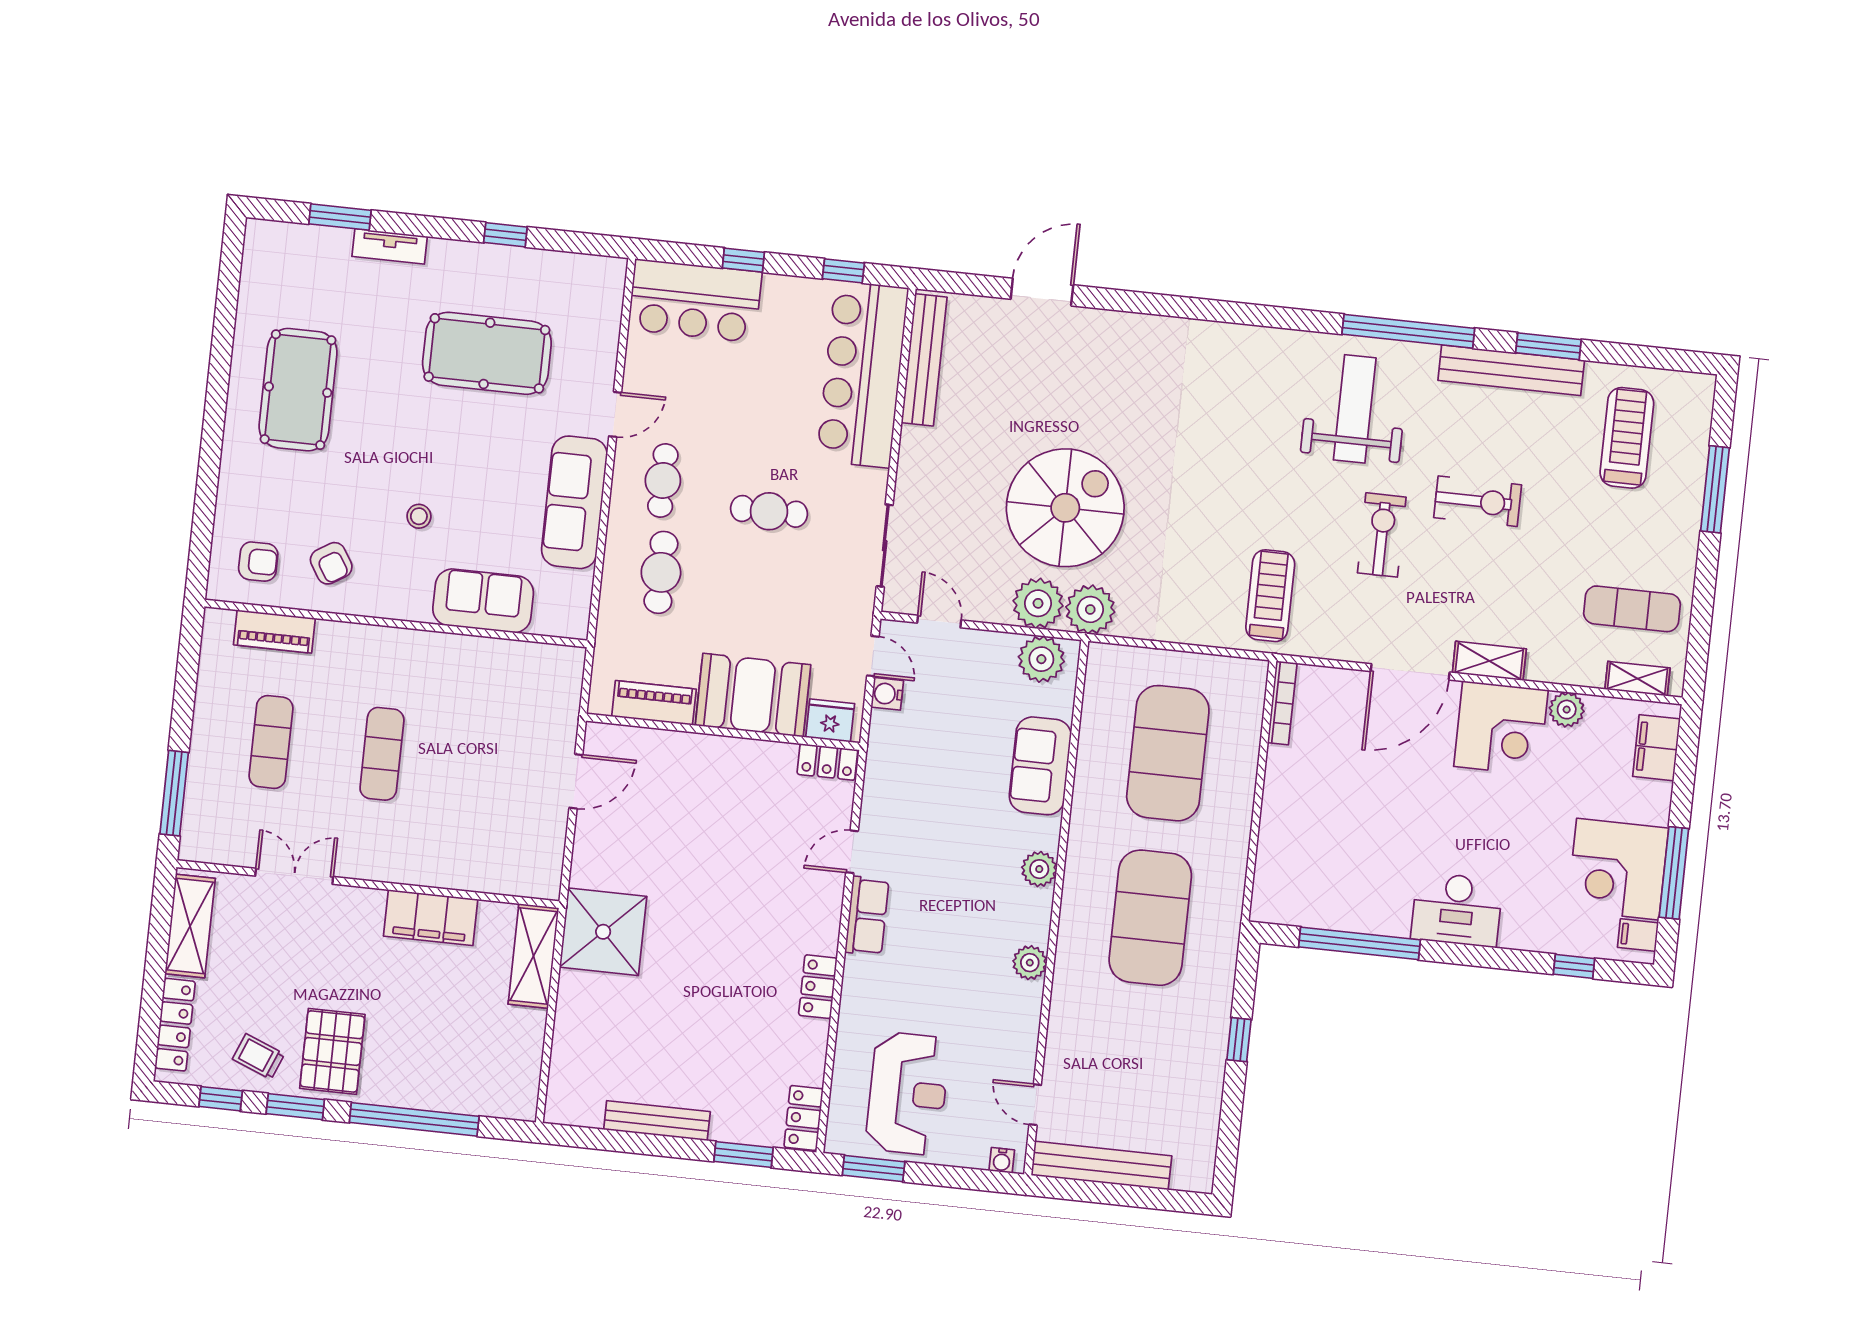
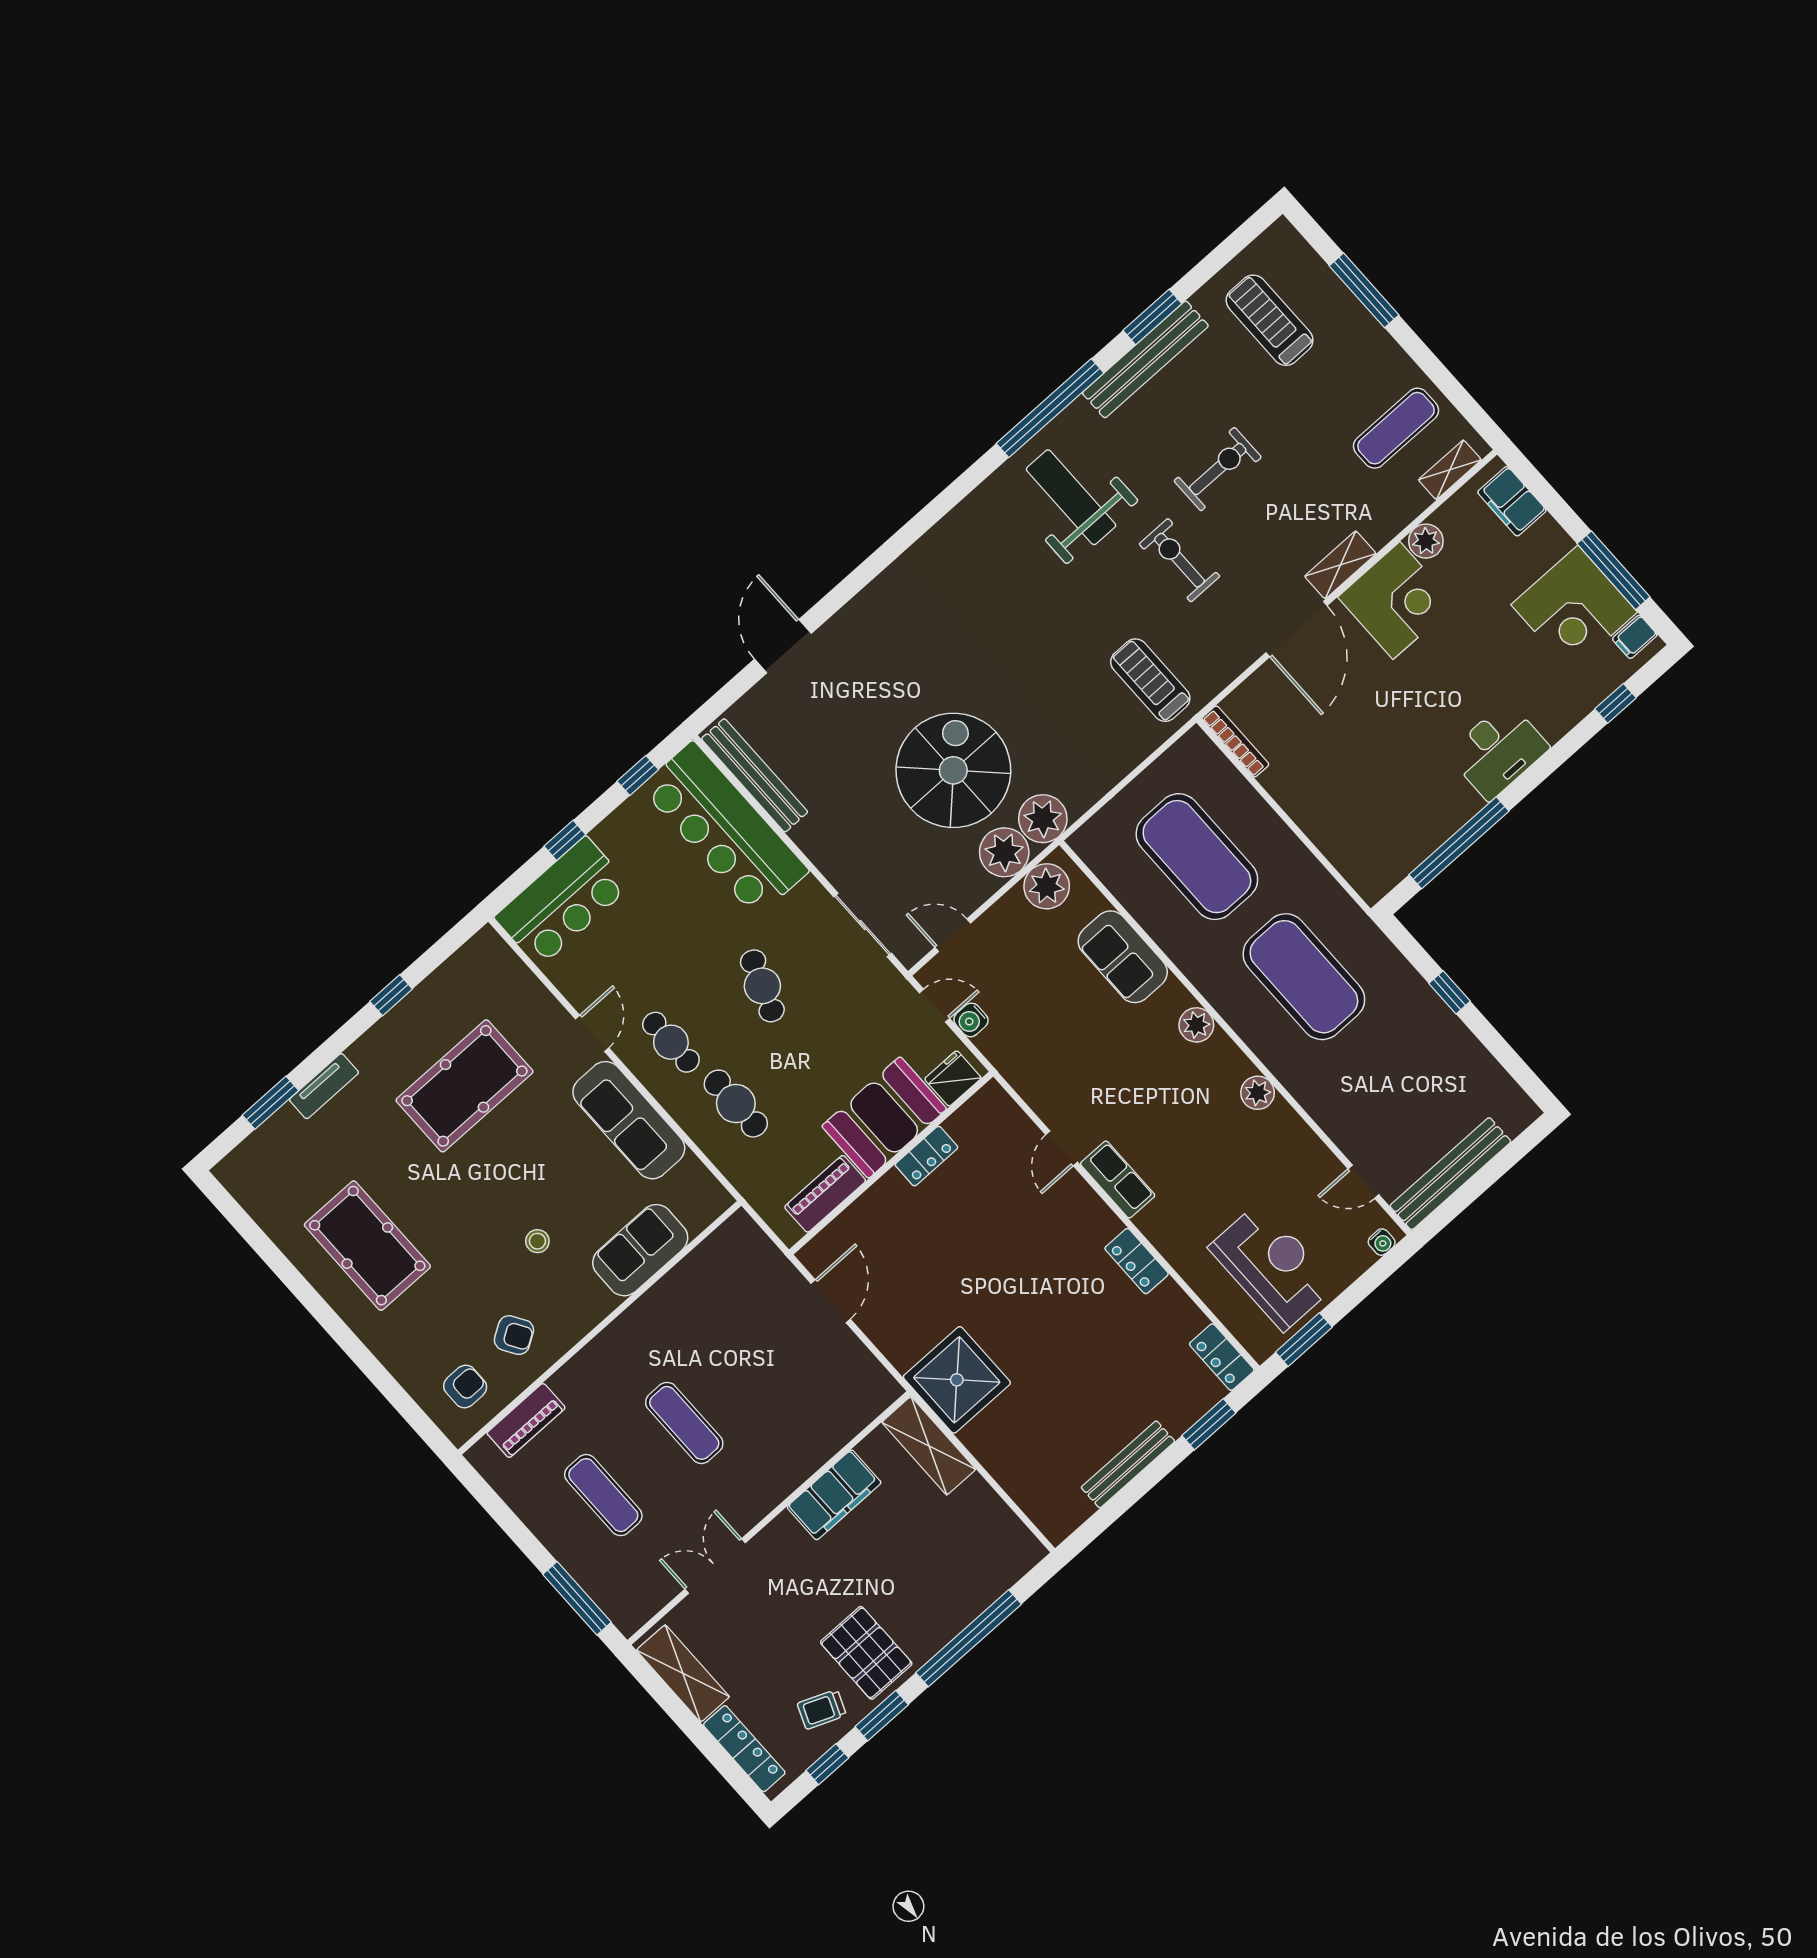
cafe table: (769, 511) -> (762, 986), turned -69
locker: (827, 762) -> (926, 1156), moved

